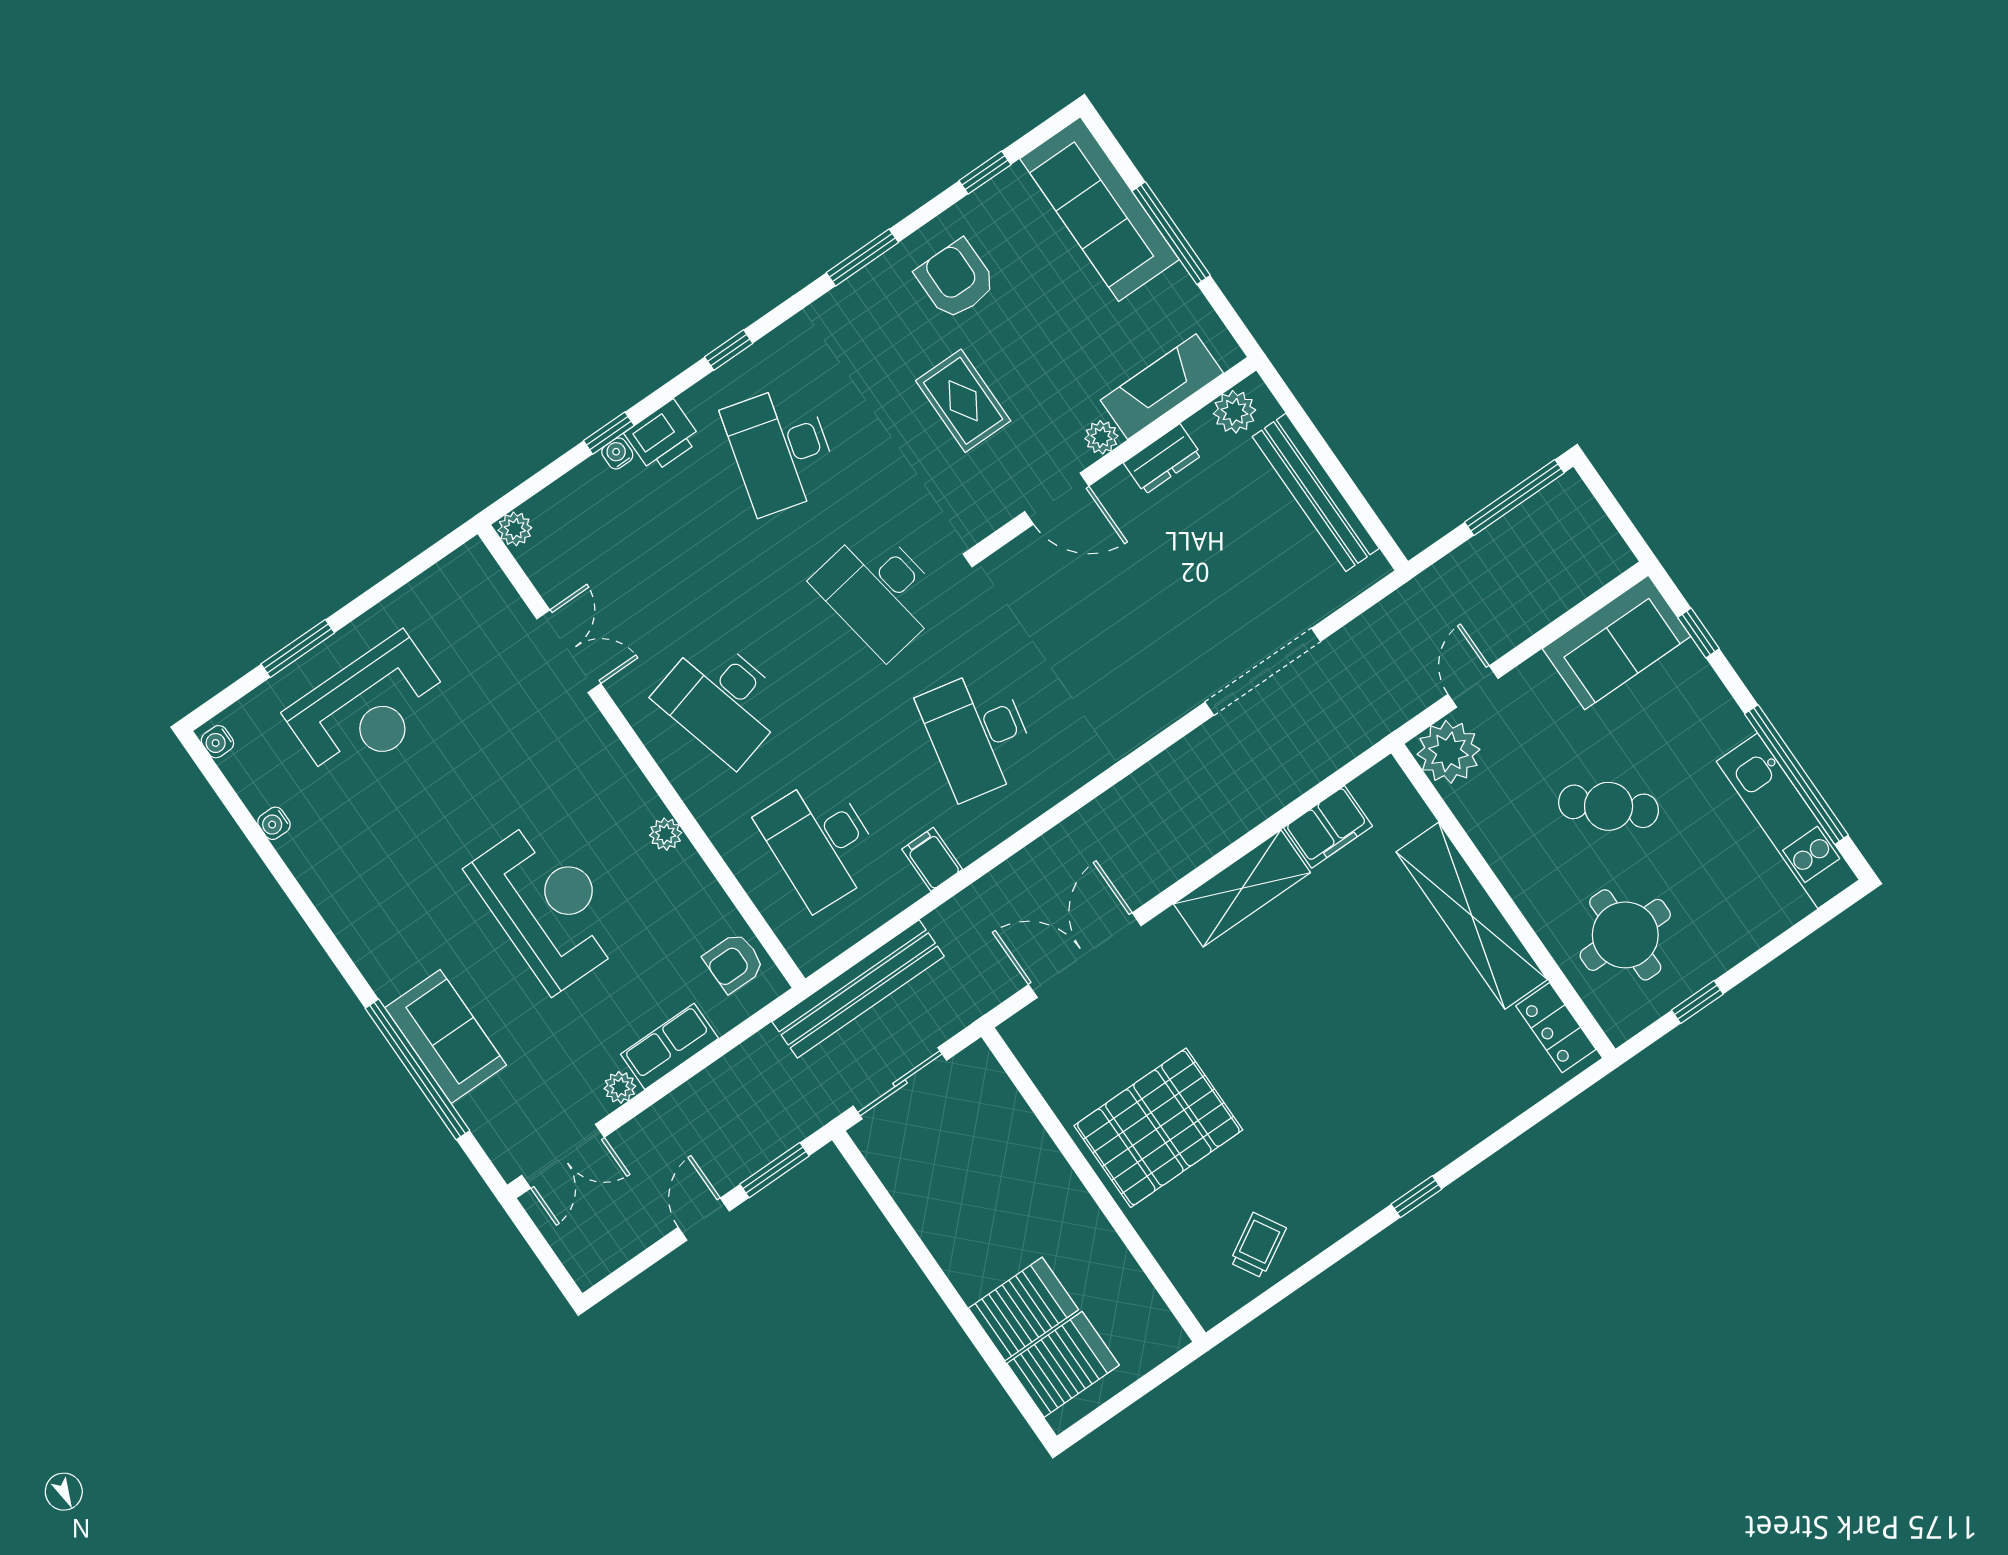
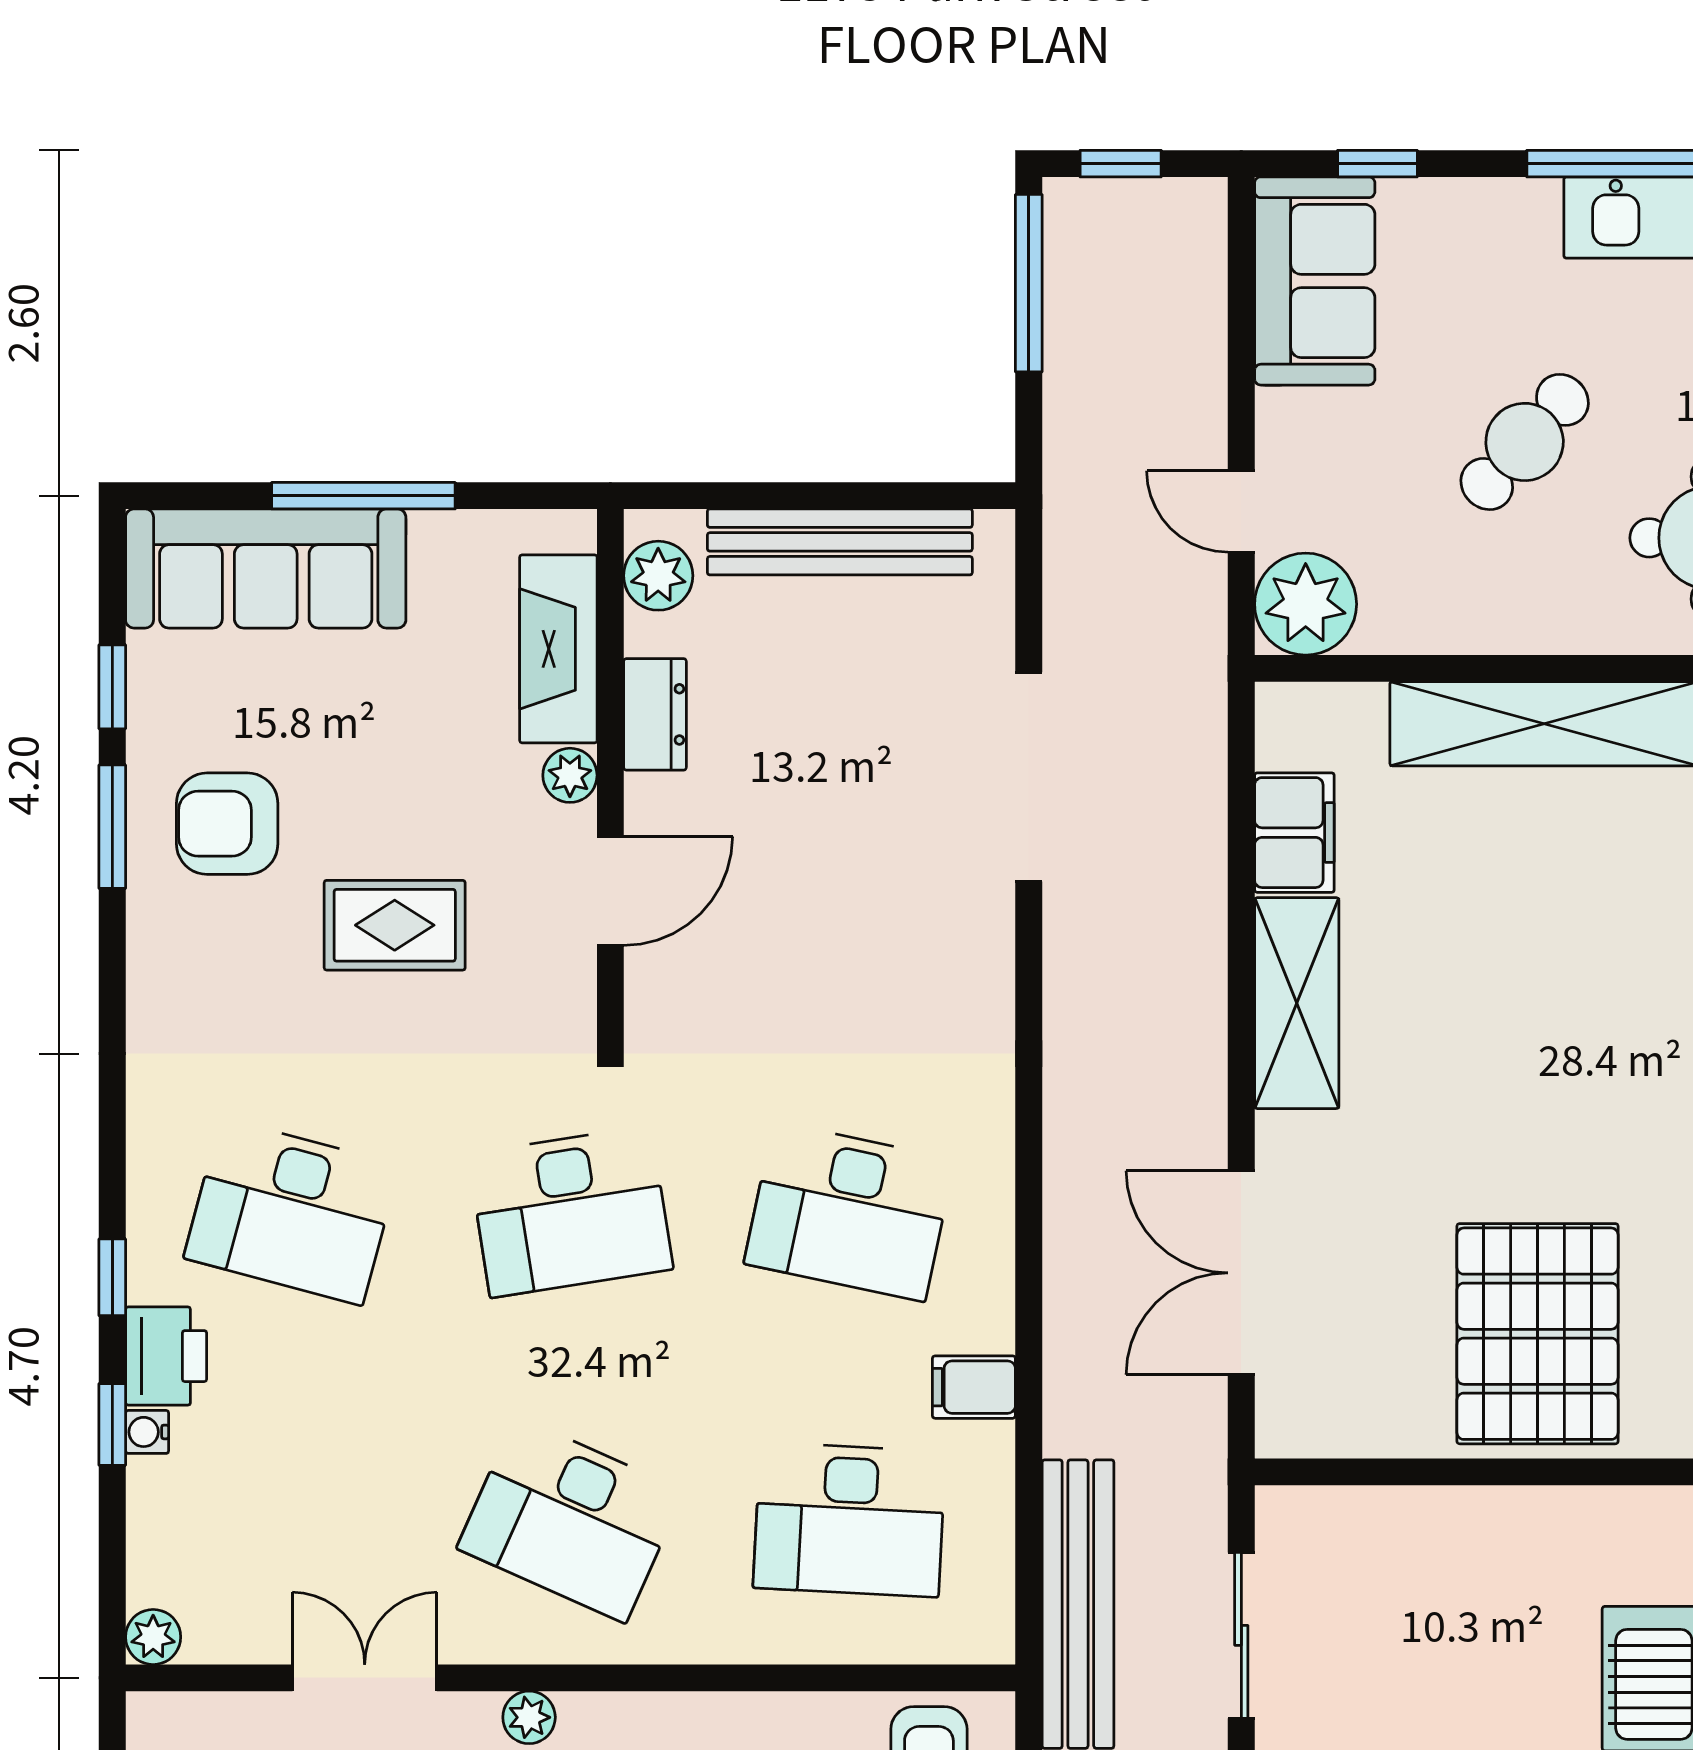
window: (862, 257) -> (112, 827), moved
window: (729, 350) -> (112, 1277), moved
window: (1608, 502) -> (1121, 164), added
desk: (722, 700) -> (571, 1520), turned 39
plant: (666, 834) -> (529, 1717), moved

